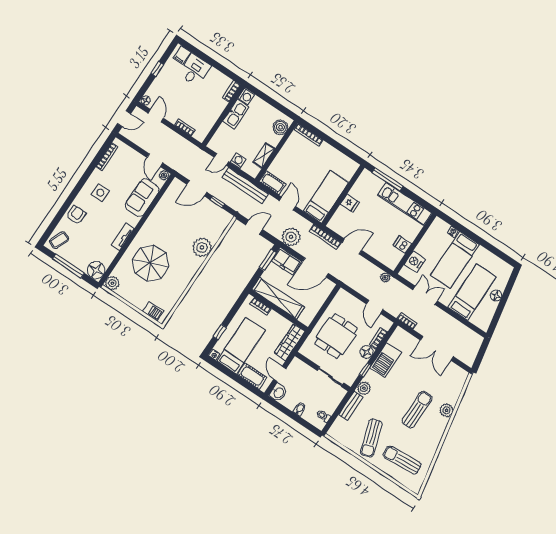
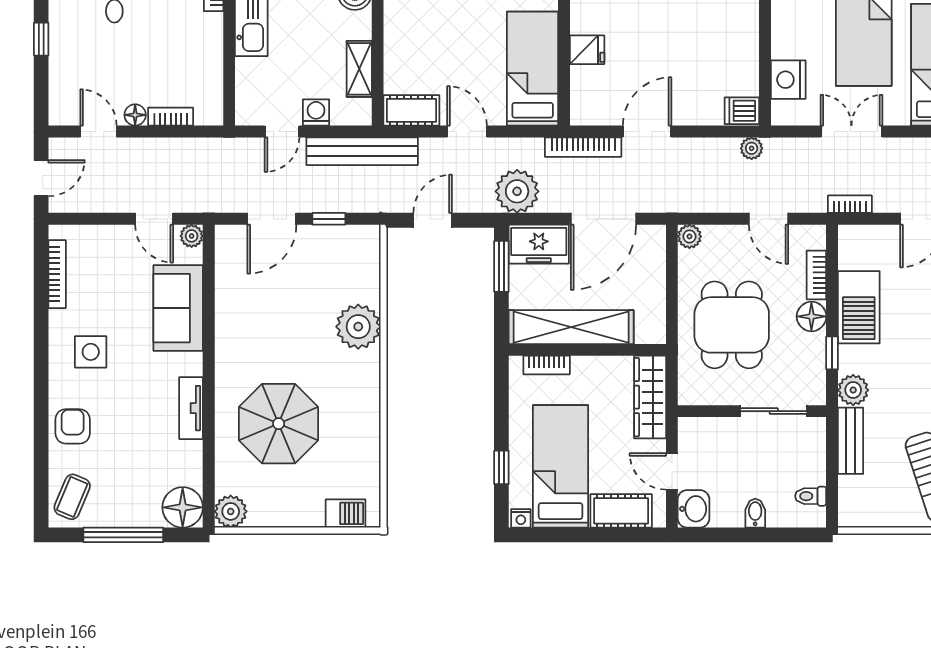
floor lamp: (146, 100) -> (135, 115), moved
dishwasher: (402, 245) -> (742, 111), moved
plant: (342, 294) -> (689, 236), added

